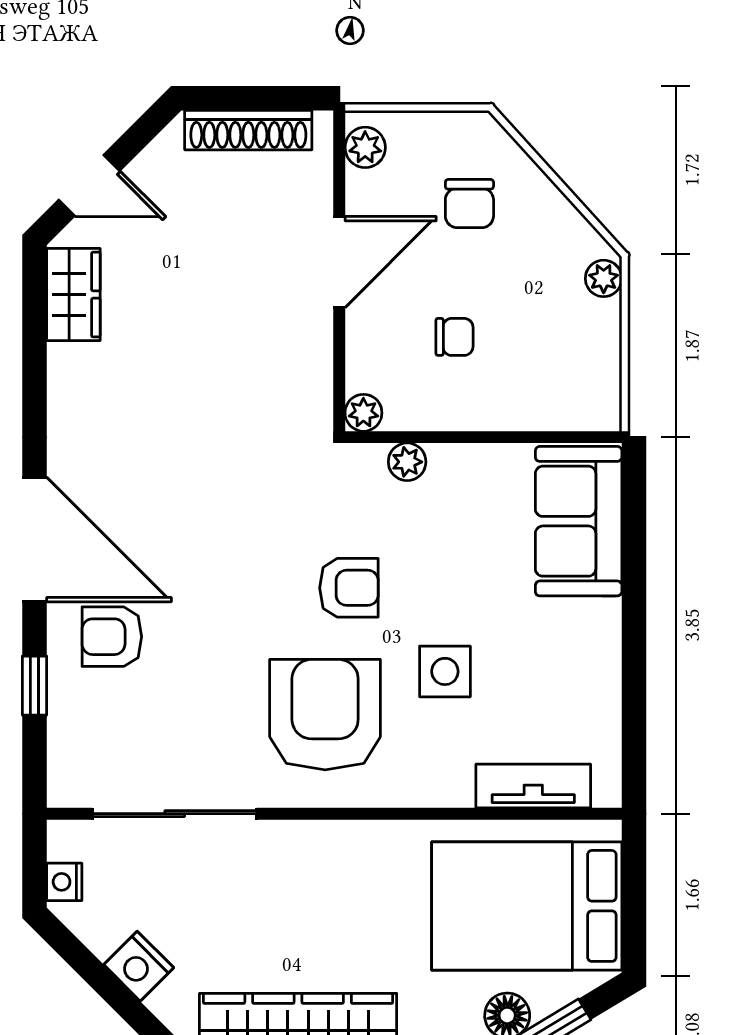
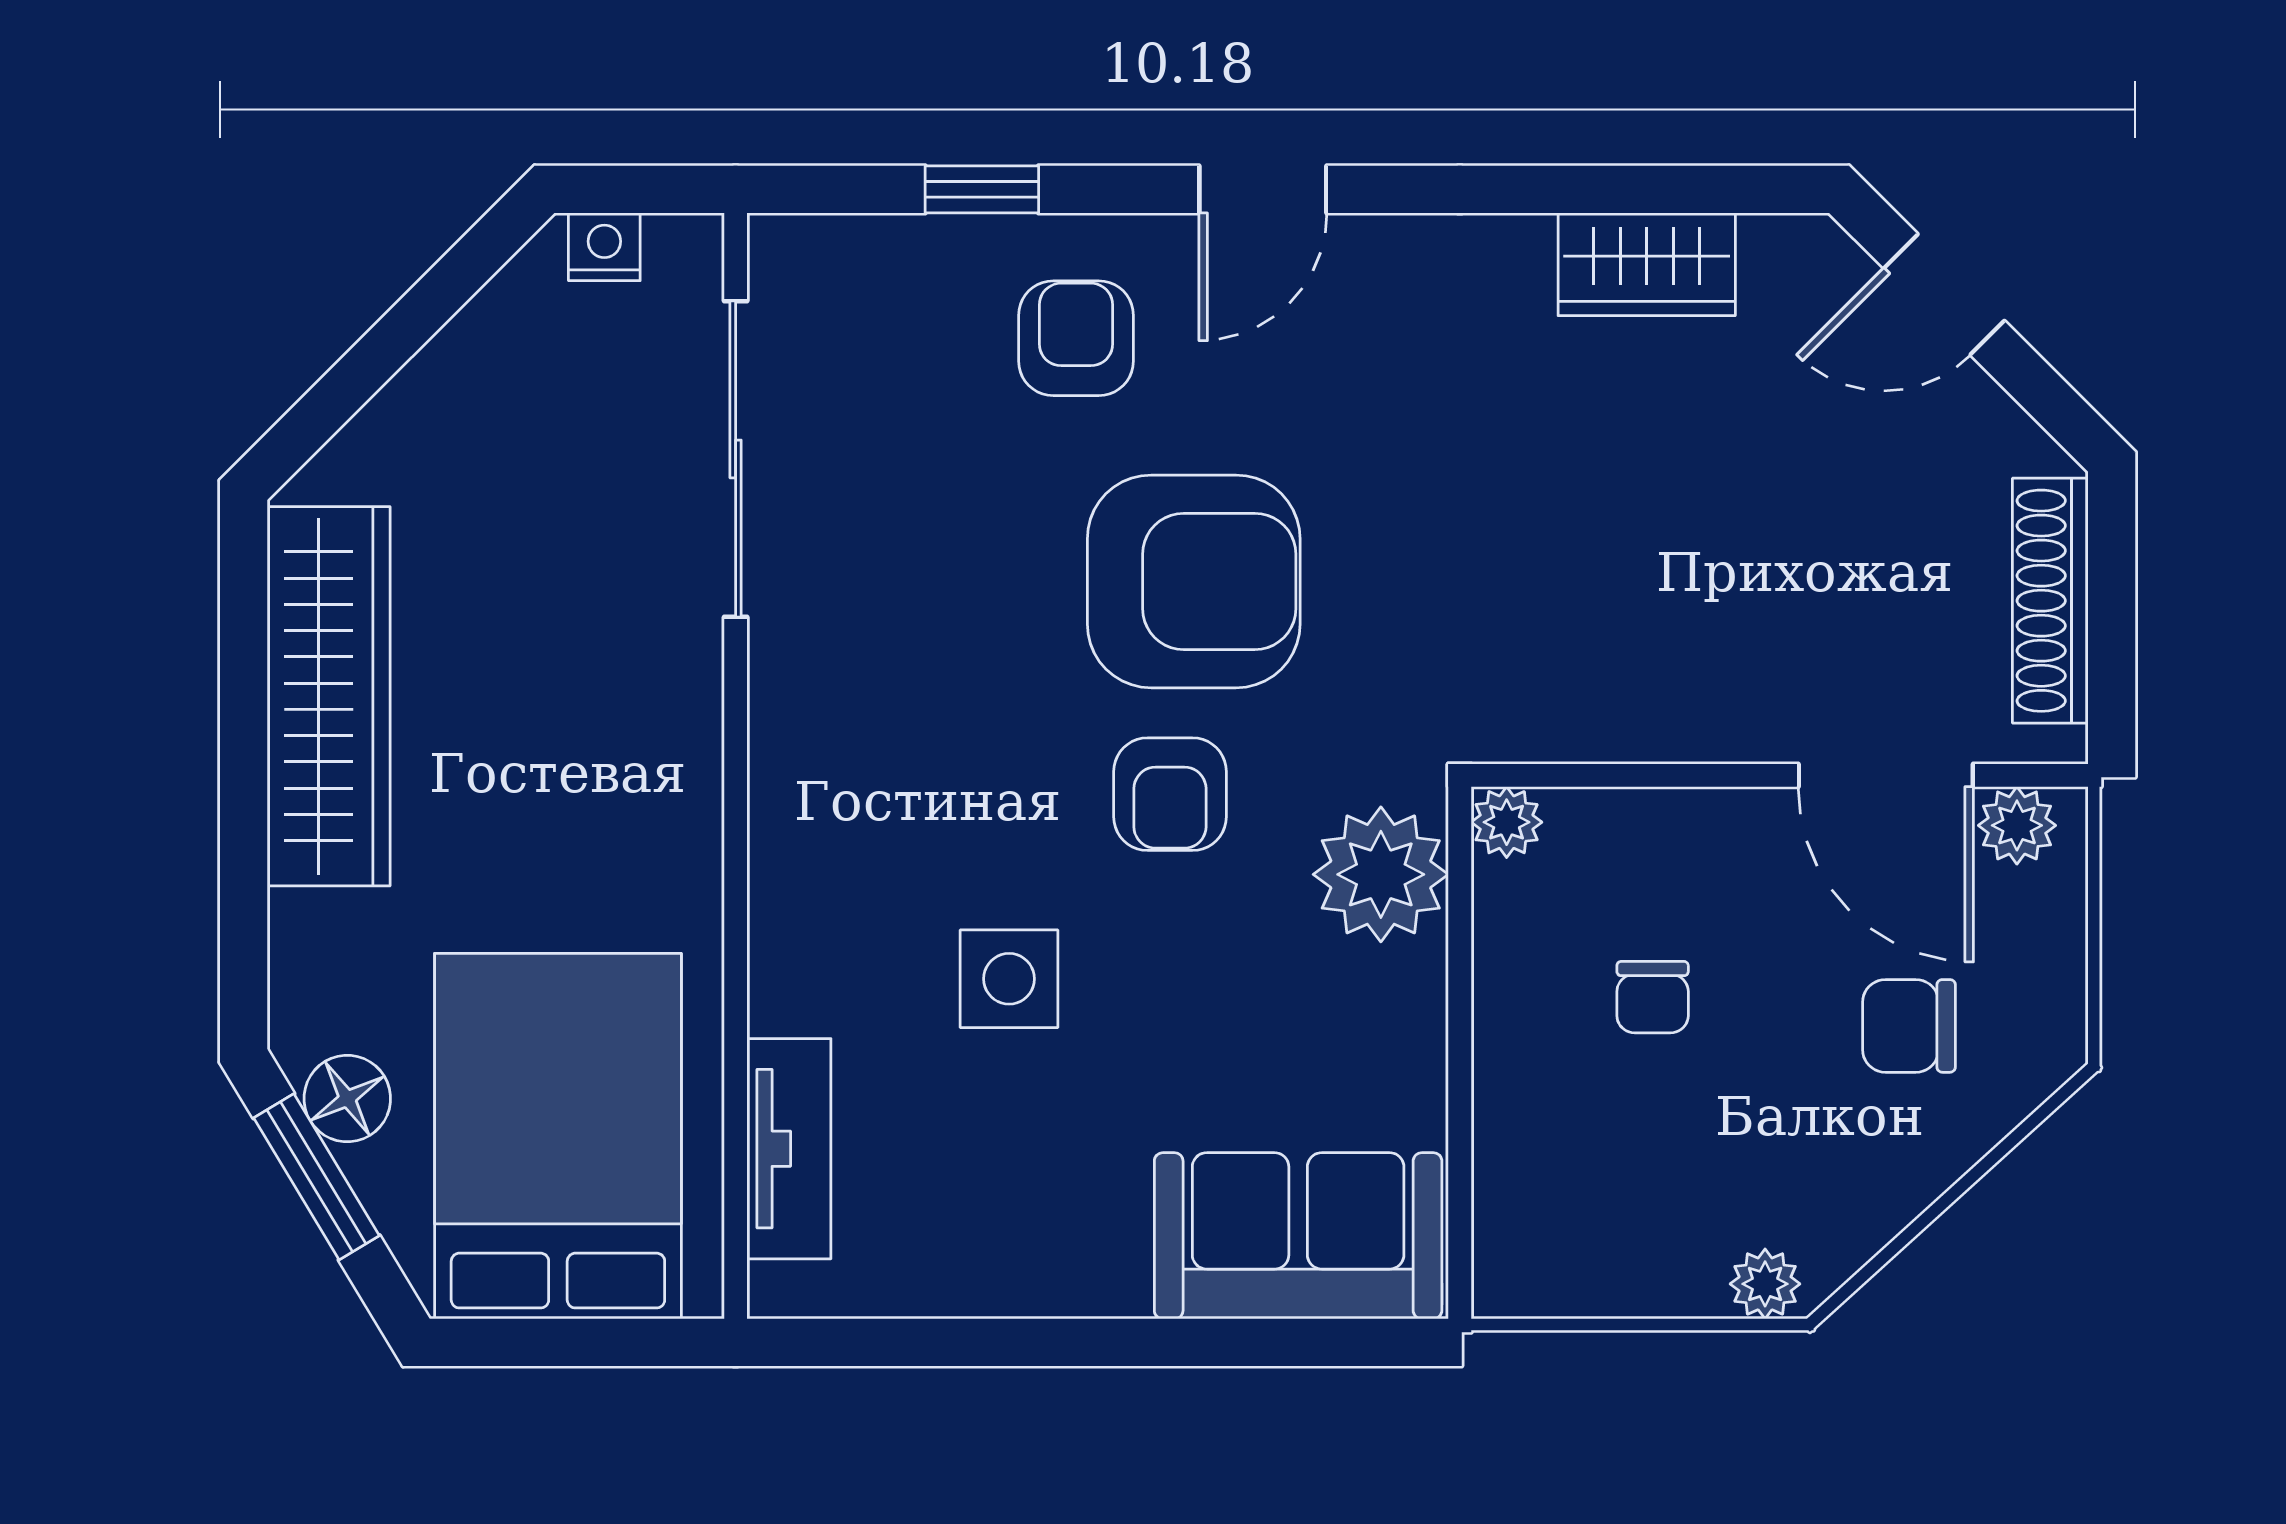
door: (89, 185) -> (1944, 294), hinge flipped
door: (339, 262) -> (1886, 775), moved
wardrobe: (73, 295) -> (1647, 264), moved
plant: (407, 462) -> (1381, 874), width x1.87, depth x1.87
door: (35, 539) -> (1263, 189), width x0.53
armchair: (325, 715) -> (1194, 581), moved
nightstand: (139, 966) -> (442, 390), removed

